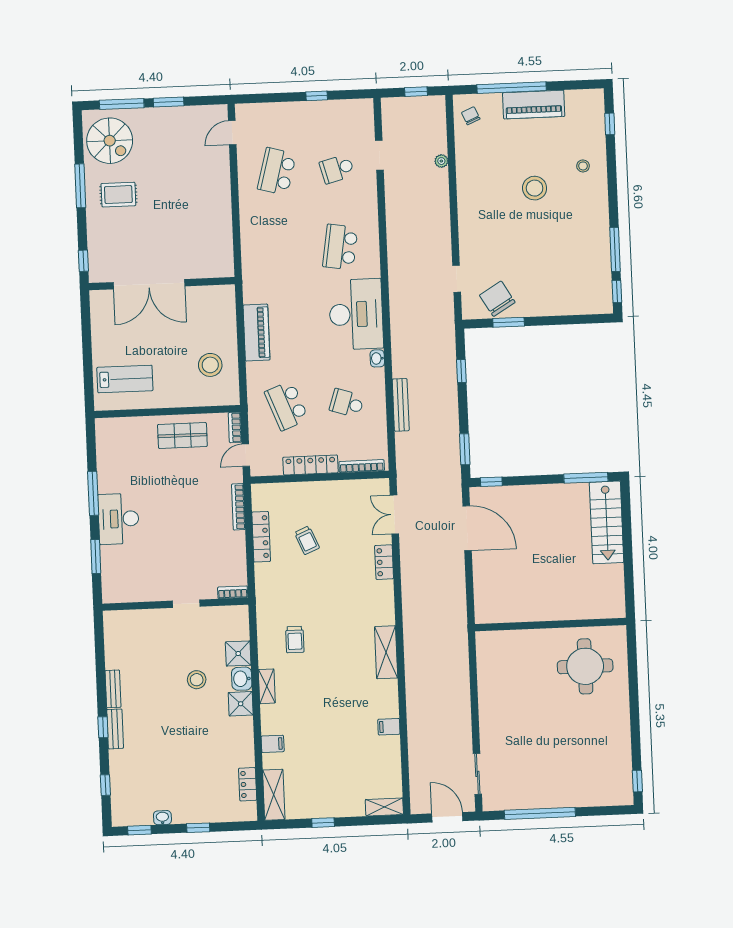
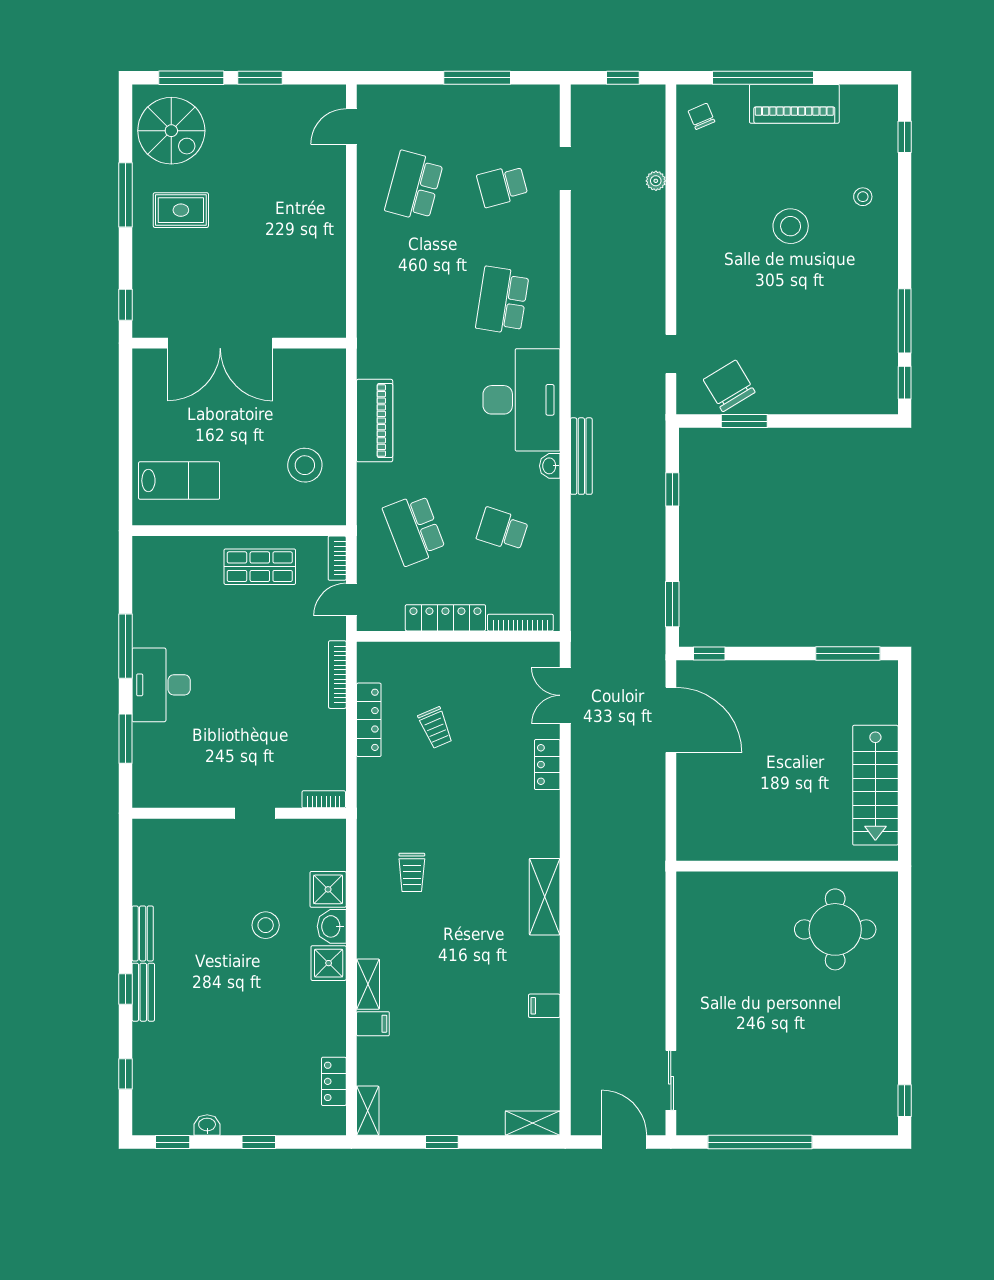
window: (317, 96) -> (477, 78), width x2.17
bench: (401, 405) -> (581, 456), moved
stairs: (607, 522) -> (875, 785), moved
shelving: (267, 686) -> (368, 984), moved
shelving: (274, 795) -> (368, 1111), width x0.67, depth x0.75

